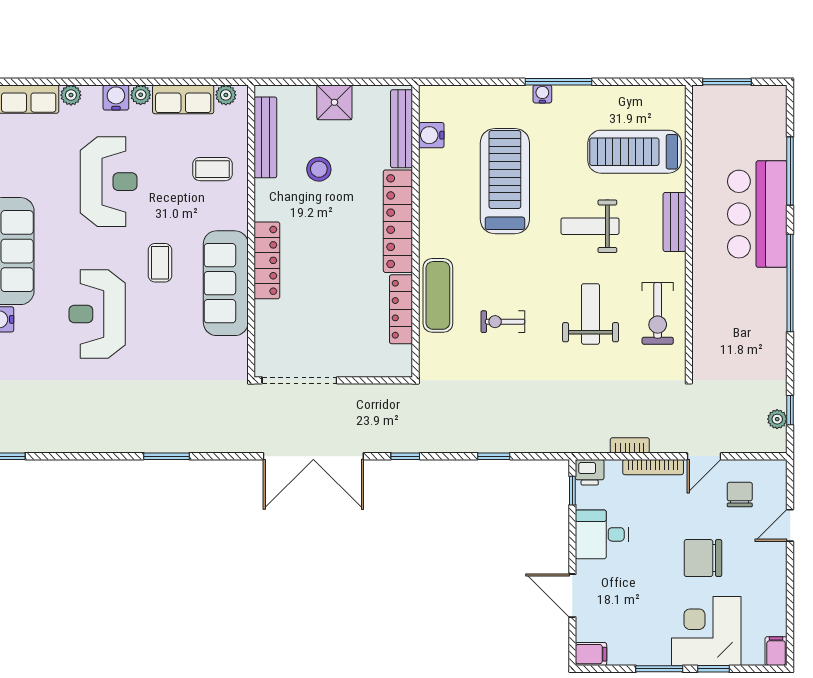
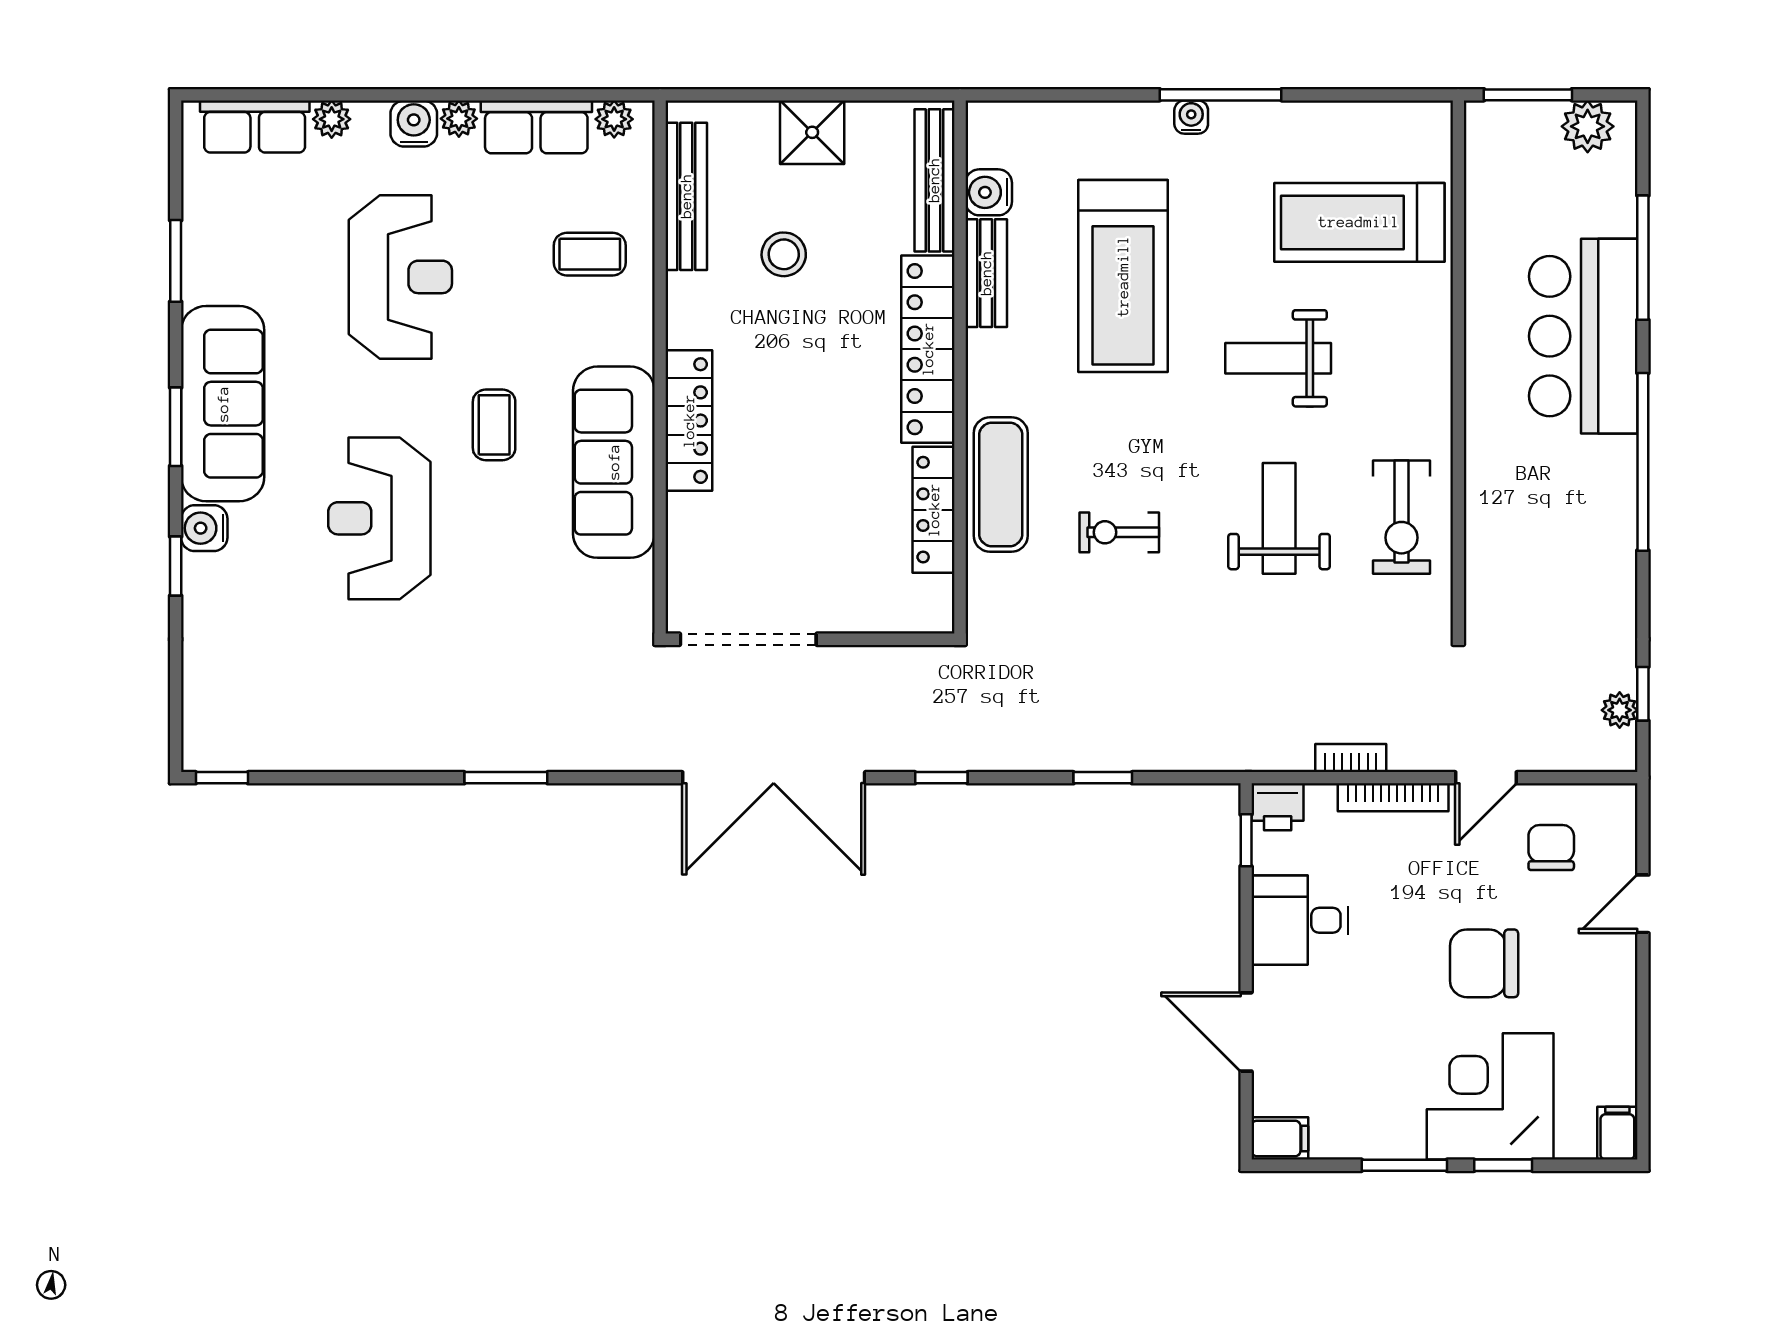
plant: (760, 99) -> (1588, 126), added
treadmill: (505, 181) -> (1123, 276), turned 180
bench: (674, 222) -> (986, 273), moved

